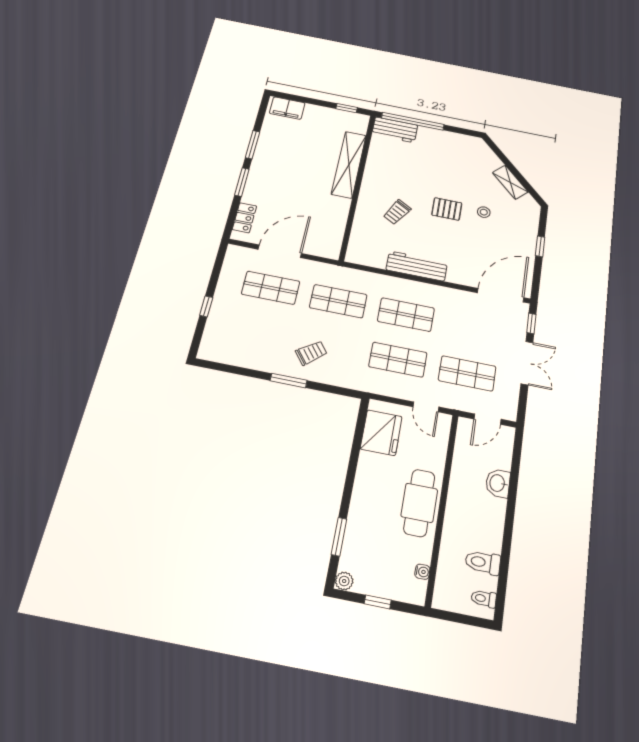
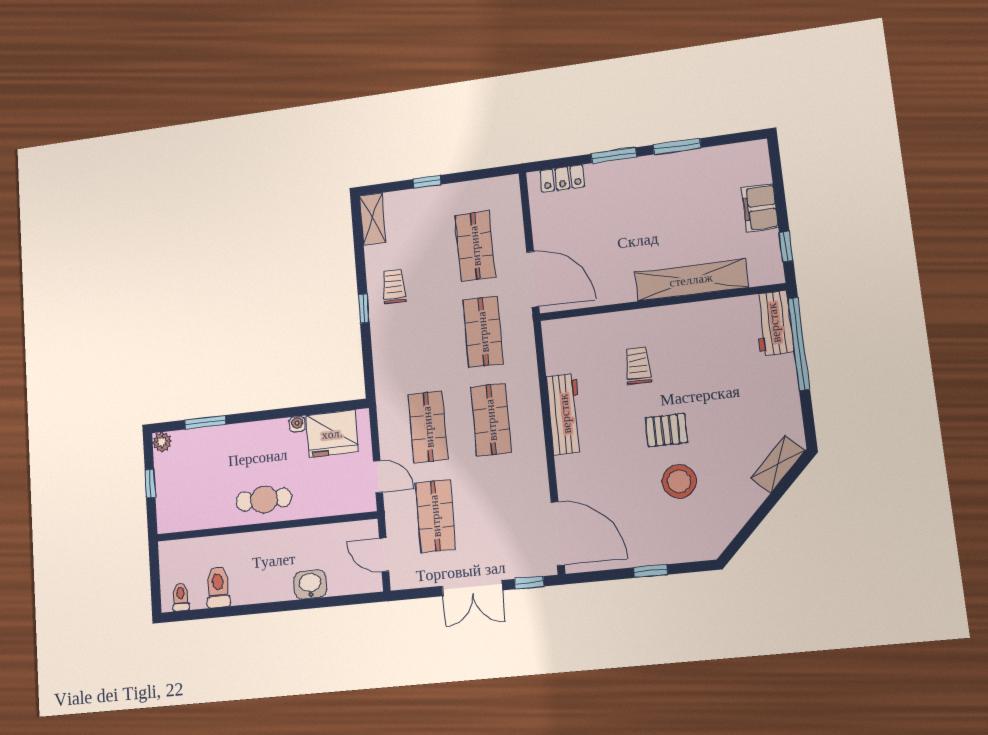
filing cabinet: (287, 108) -> (760, 208), moved
shelving: (510, 182) -> (778, 464), moved
pallet: (447, 209) -> (666, 430), turned 90
trolley: (397, 212) -> (638, 366), turned 60
stool: (484, 212) -> (679, 481), width x1.89, depth x1.89
door: (280, 251) -> (533, 279), moved
trolley: (311, 353) -> (394, 286), moved, turned -142
shelving: (219, 354) -> (373, 219), added
window: (289, 381) -> (364, 308), width x0.67
door: (426, 407) -> (378, 477), swing flipped
cafe table: (419, 503) -> (264, 499), width x0.73, depth x0.74
water cooler: (422, 572) -> (297, 424), moved, turned 180

